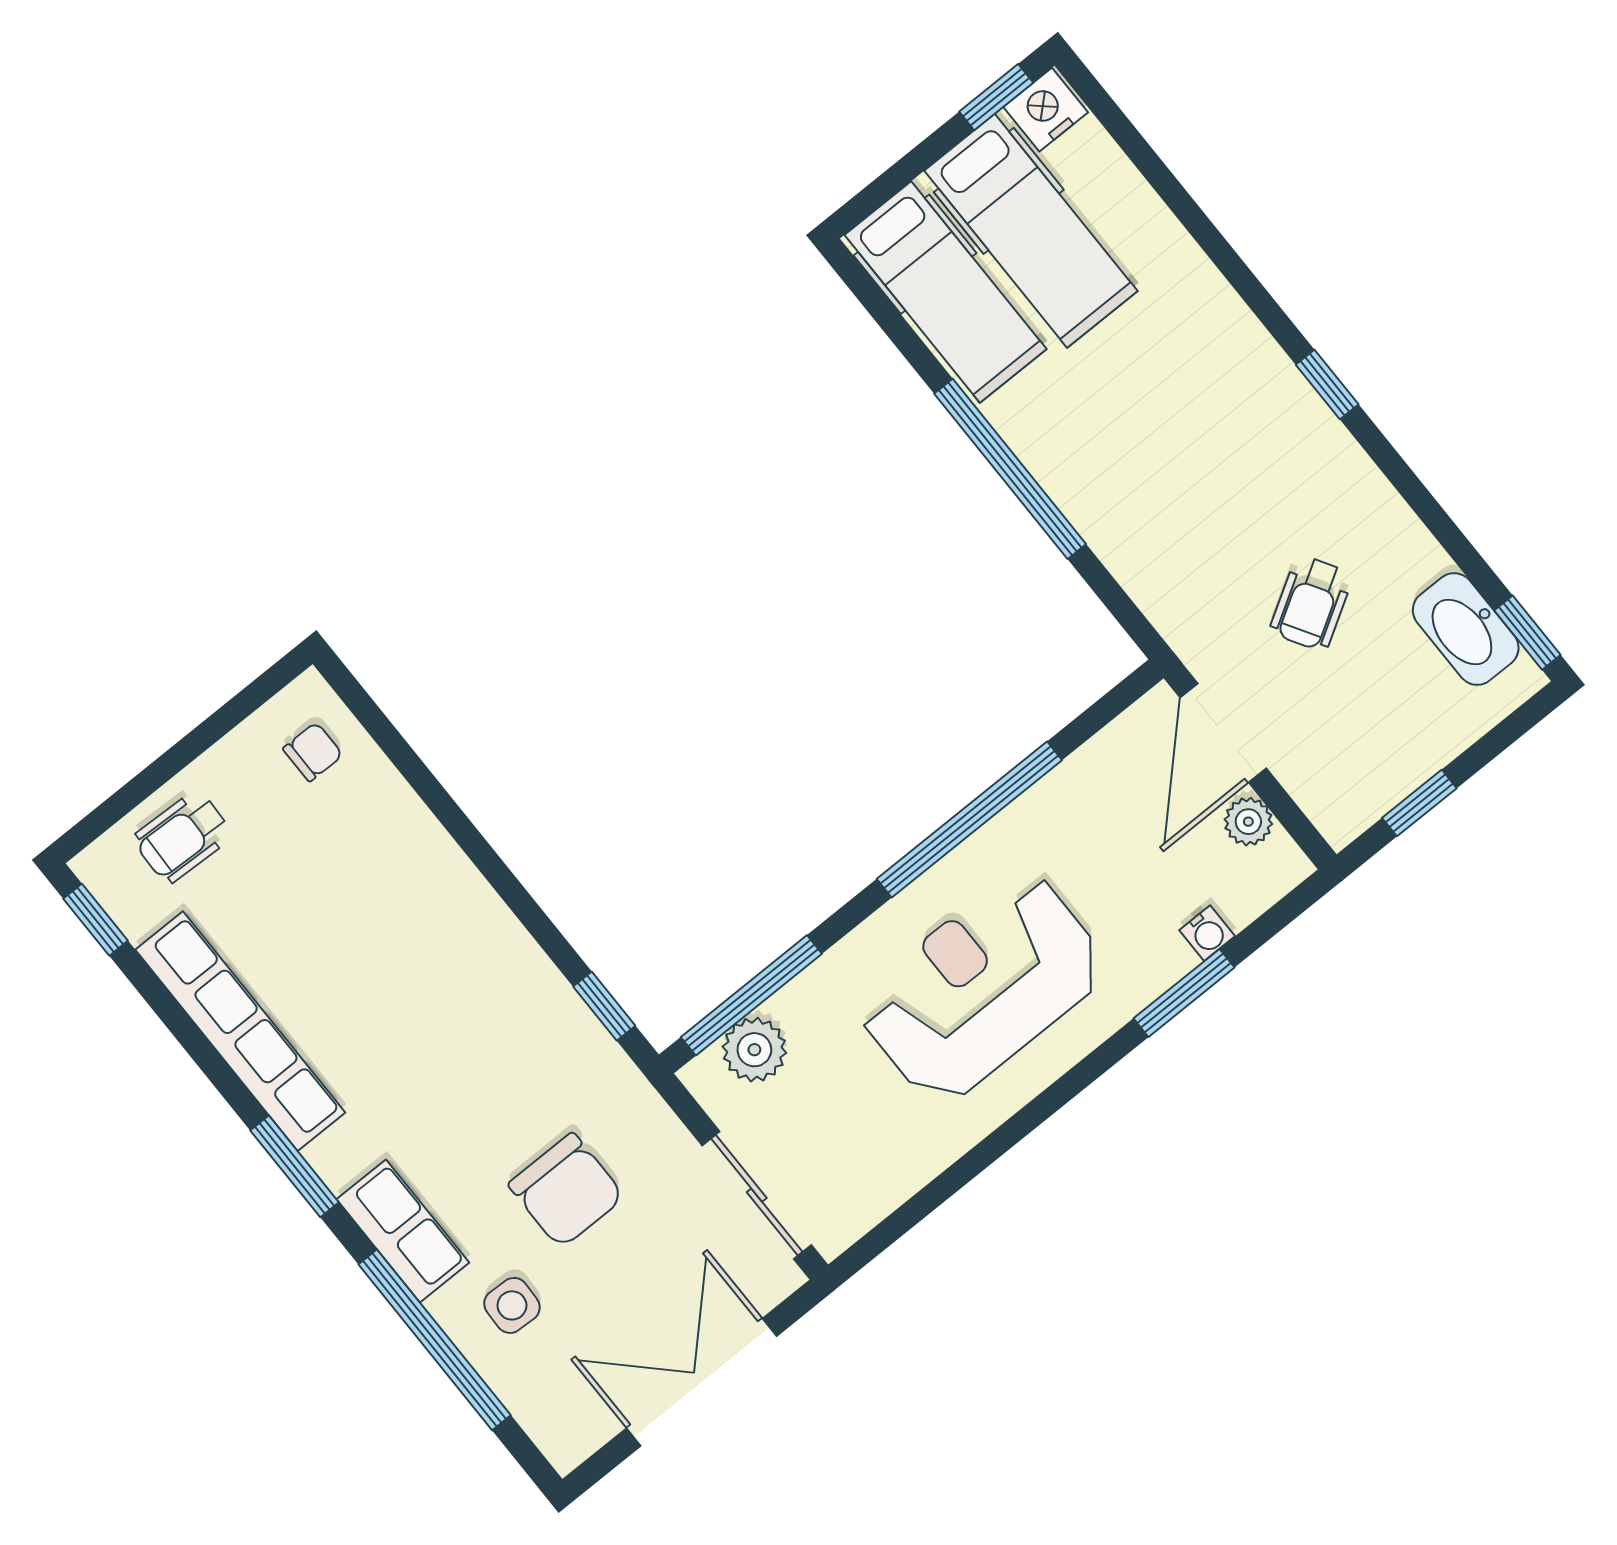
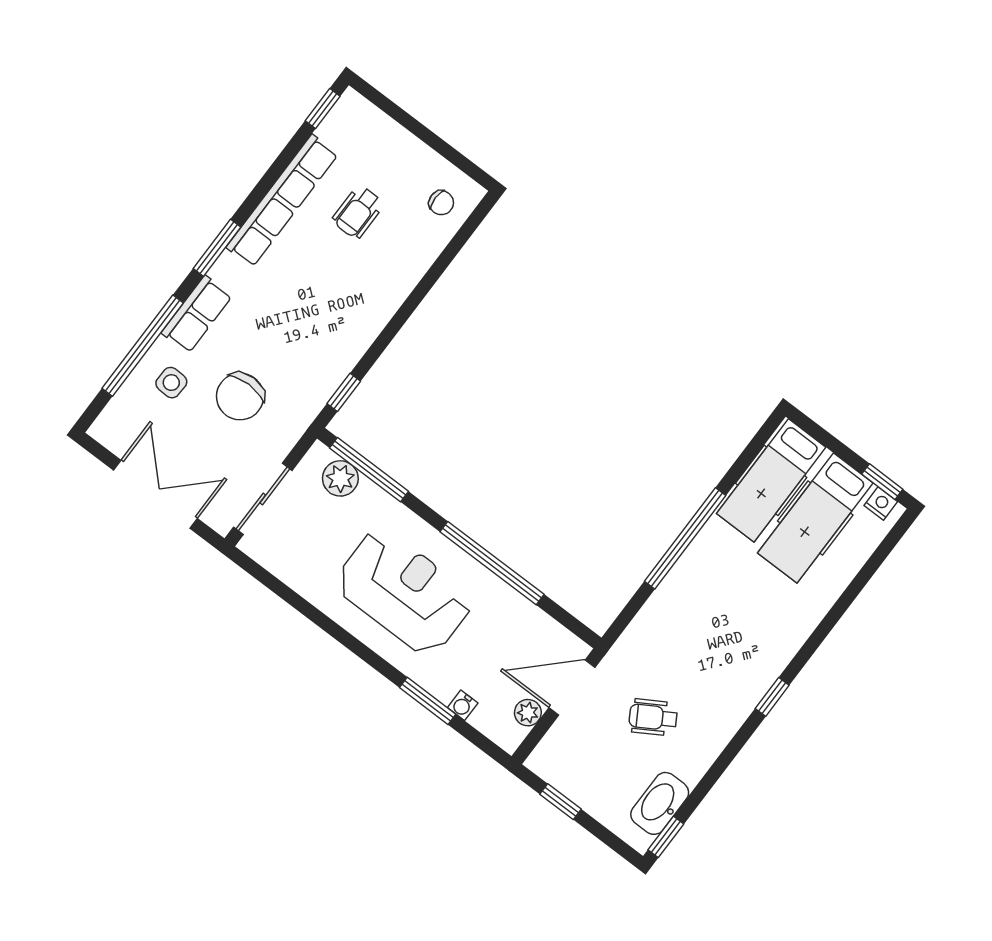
nightstand: (1046, 110) -> (881, 504), width x0.72, depth x0.74
wheelchair: (183, 837) -> (358, 212), moved, turned -92

